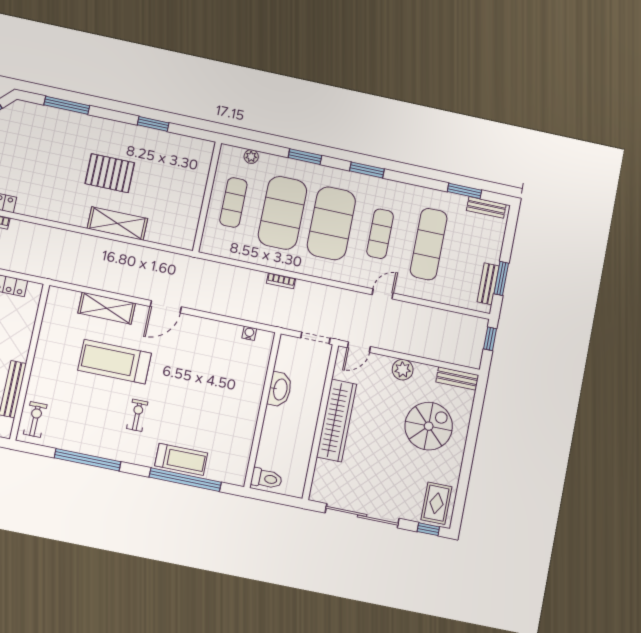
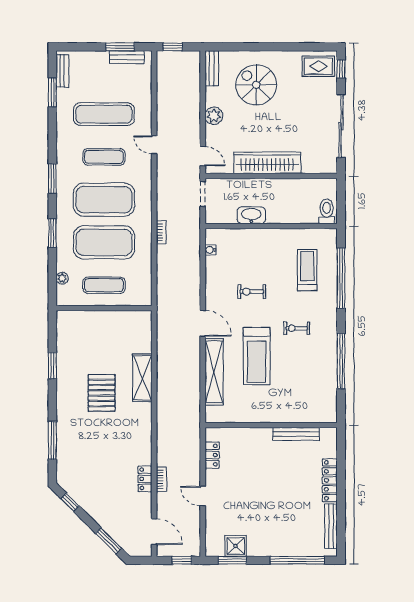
shelving: (107, 308) -> (214, 372), width x1.47
exercise bike: (35, 419) -> (252, 292), moved
treadmill: (181, 459) -> (307, 270), moved

